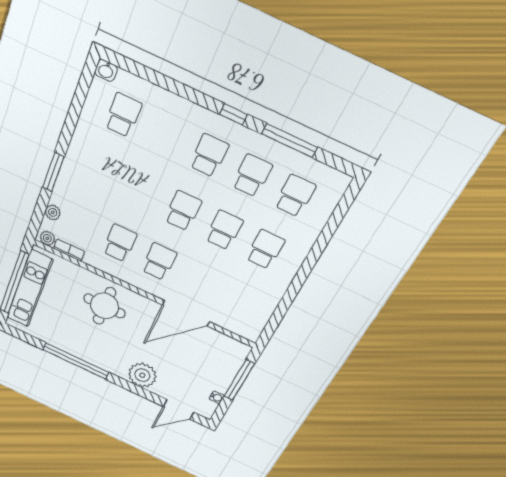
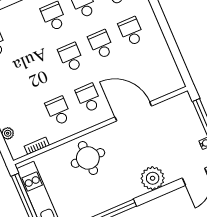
plant: (47, 238) -> (19, 152), removed
door: (186, 313) -> (133, 111), swing flipped

